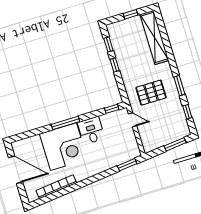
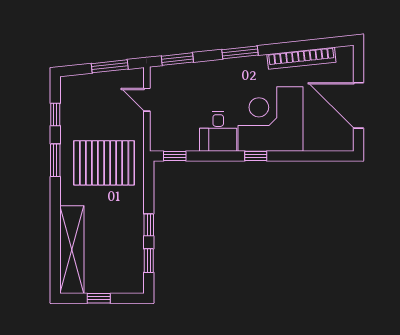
pallet: (151, 93) -> (104, 163), width x1.37, depth x1.41
door: (132, 120) -> (147, 100), moved
window: (65, 123) -> (256, 156), width x0.46
window: (175, 144) -> (110, 66), moved
window: (92, 179) -> (240, 52), added

